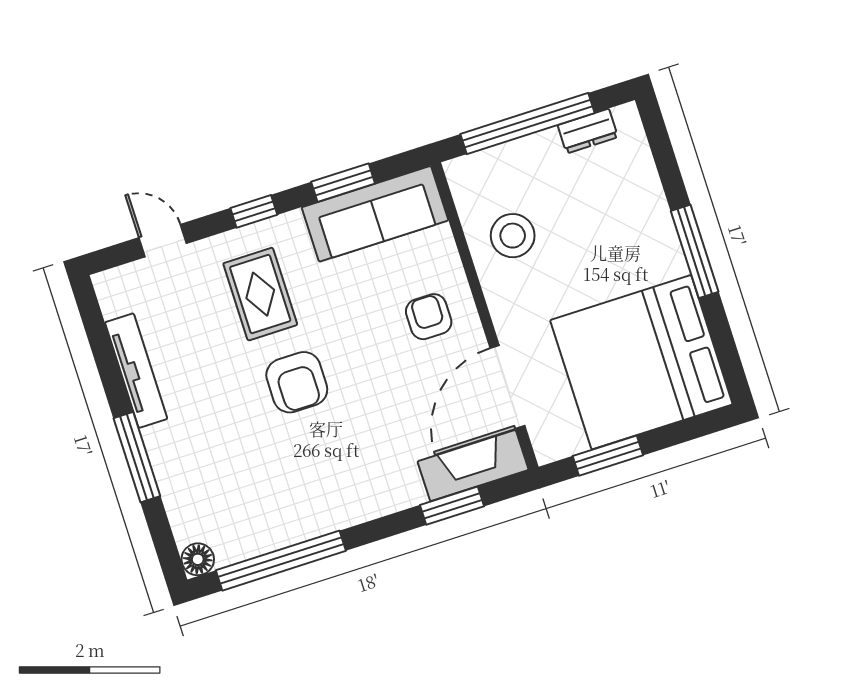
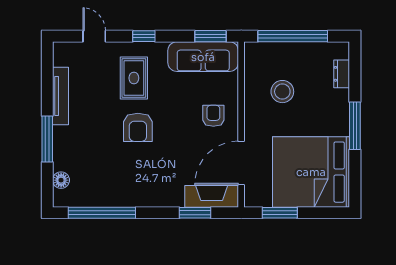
dresser: (588, 131) -> (342, 74), moved, turned 90
window: (343, 183) -> (211, 36), moved
stool: (513, 236) -> (282, 92), moved
floor lamp: (198, 559) -> (61, 180), moved

